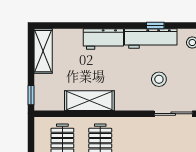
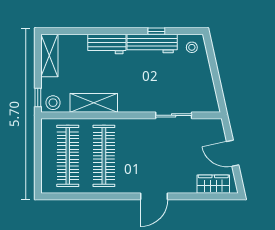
stool: (159, 79) -> (53, 103), moved

